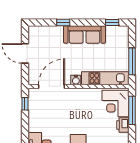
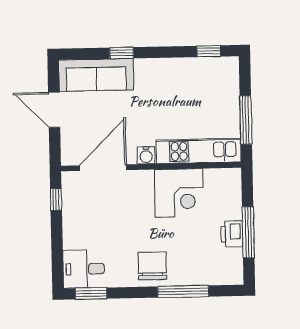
sofa: (84, 34) -> (96, 75), moved
corner desk: (116, 103) -> (179, 193), moved, turned -90
window: (132, 110) -> (248, 232), moved

